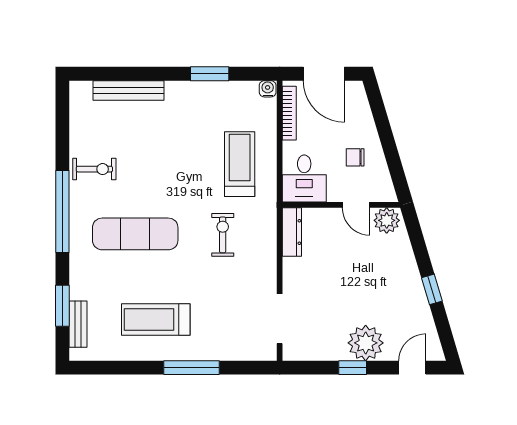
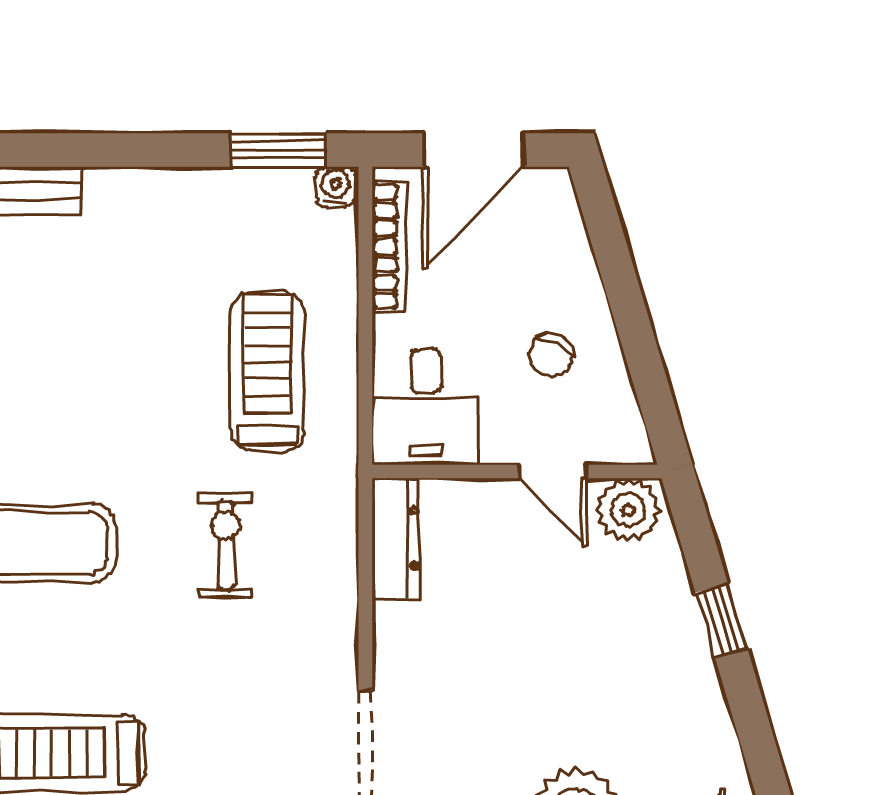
window: (210, 74) -> (279, 150), moved
door: (324, 74) -> (474, 150), hinge flipped
chair: (355, 157) -> (551, 355), turned -63
window: (432, 289) -> (721, 621), moved

